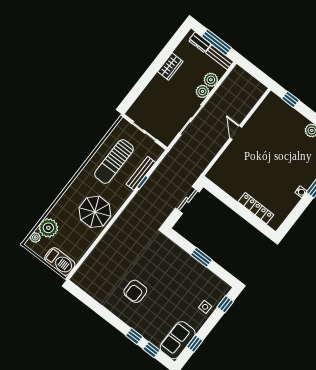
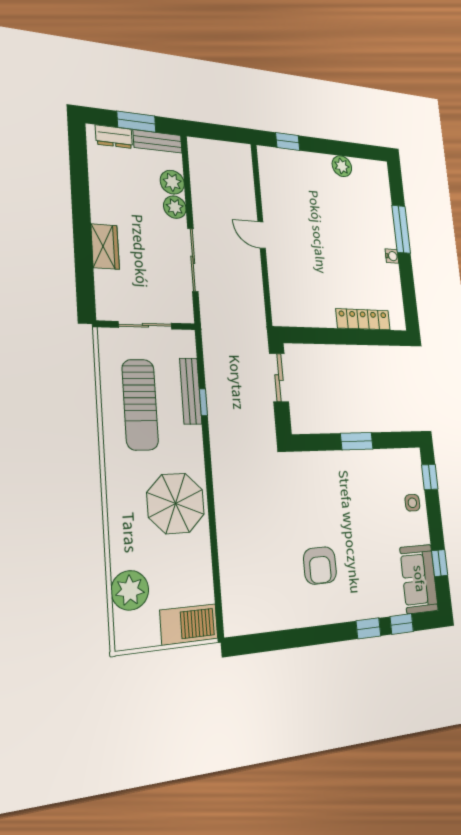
window: (217, 42) -> (136, 122), width x0.69
wardrobe: (170, 67) -> (105, 246), moved
plant: (35, 237) -> (123, 624), removed

